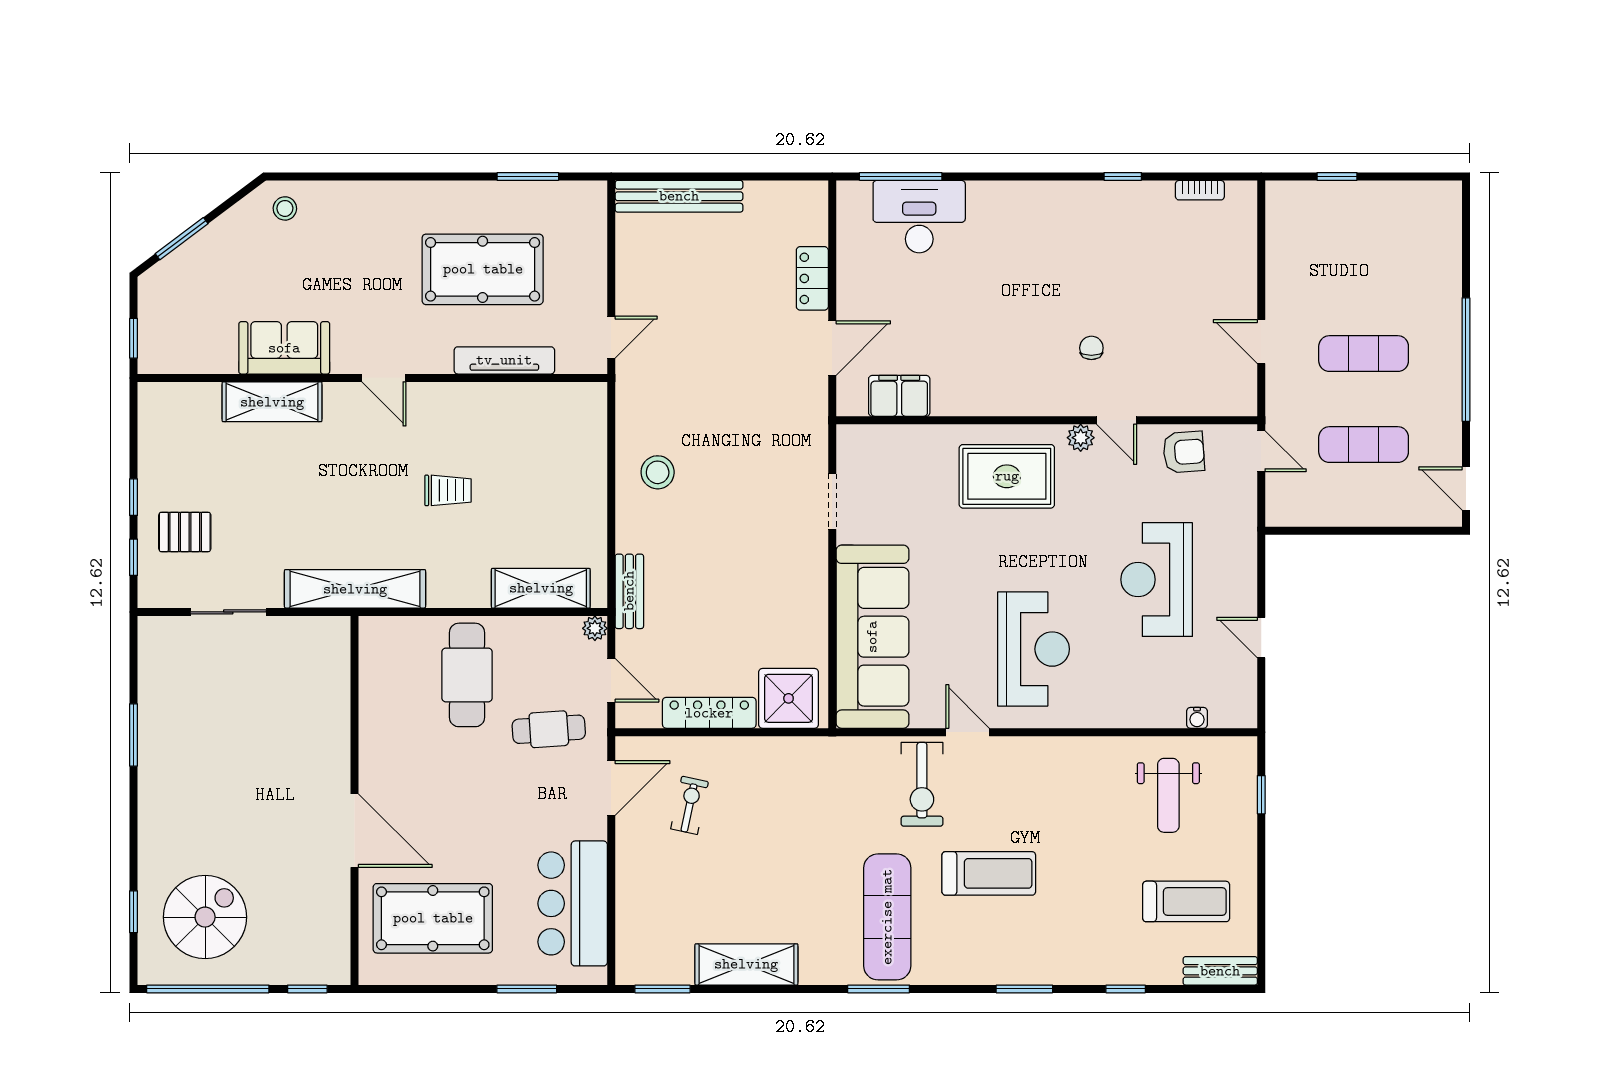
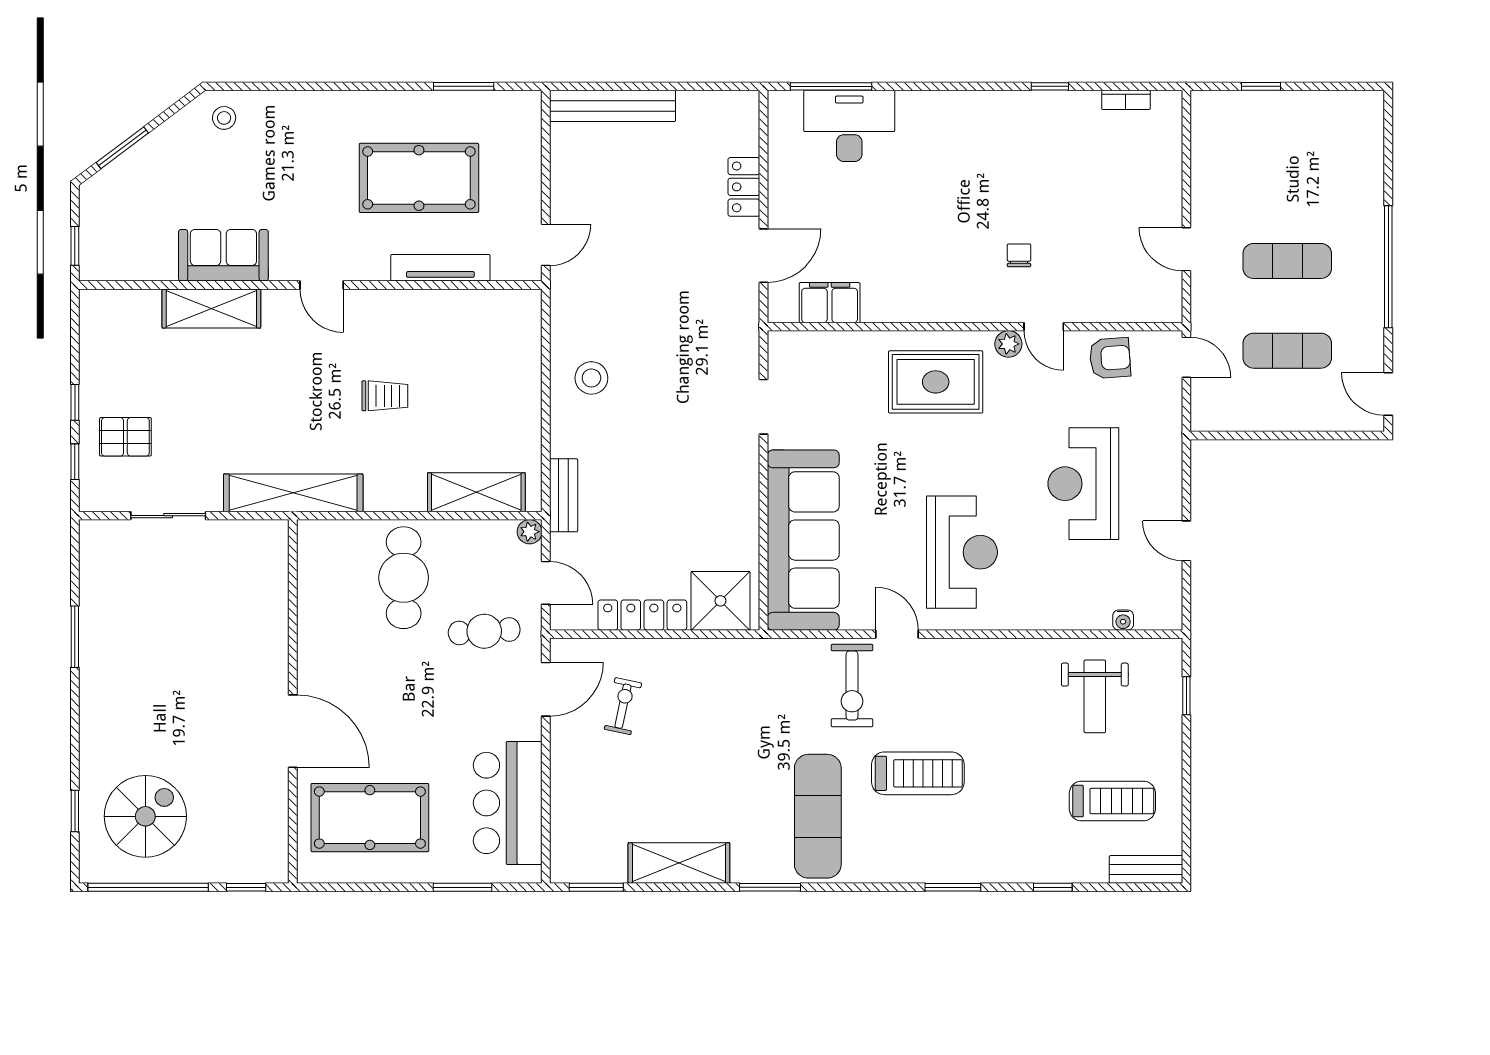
window: (879, 989) -> (770, 887), moved

